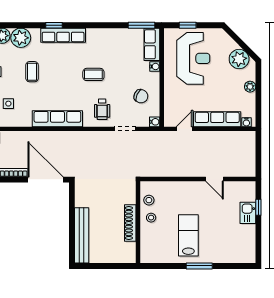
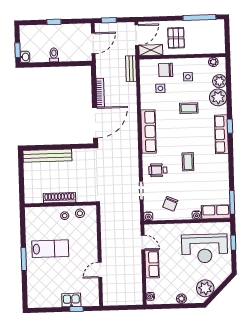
row of seats: (217, 119) -> (152, 264), width x0.68

